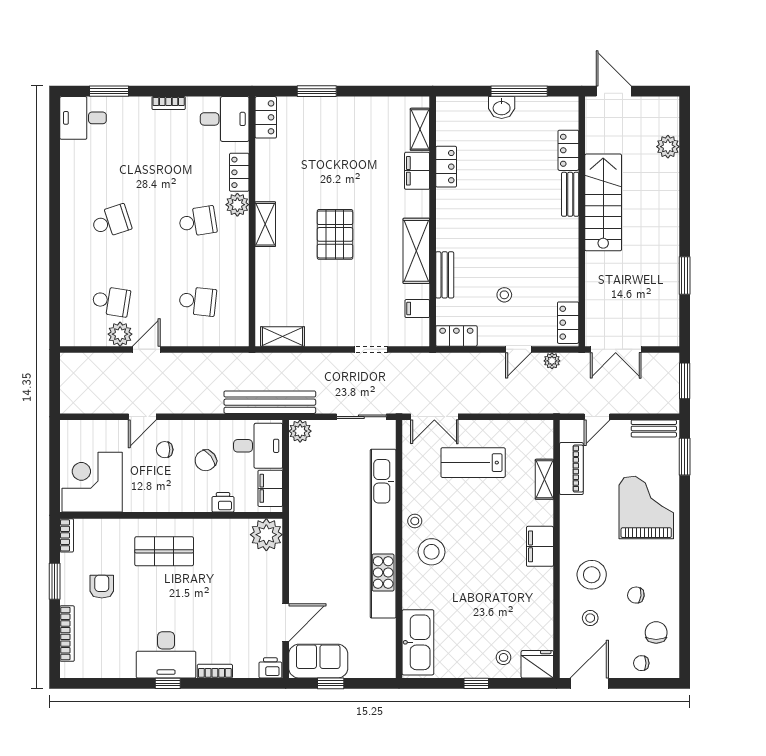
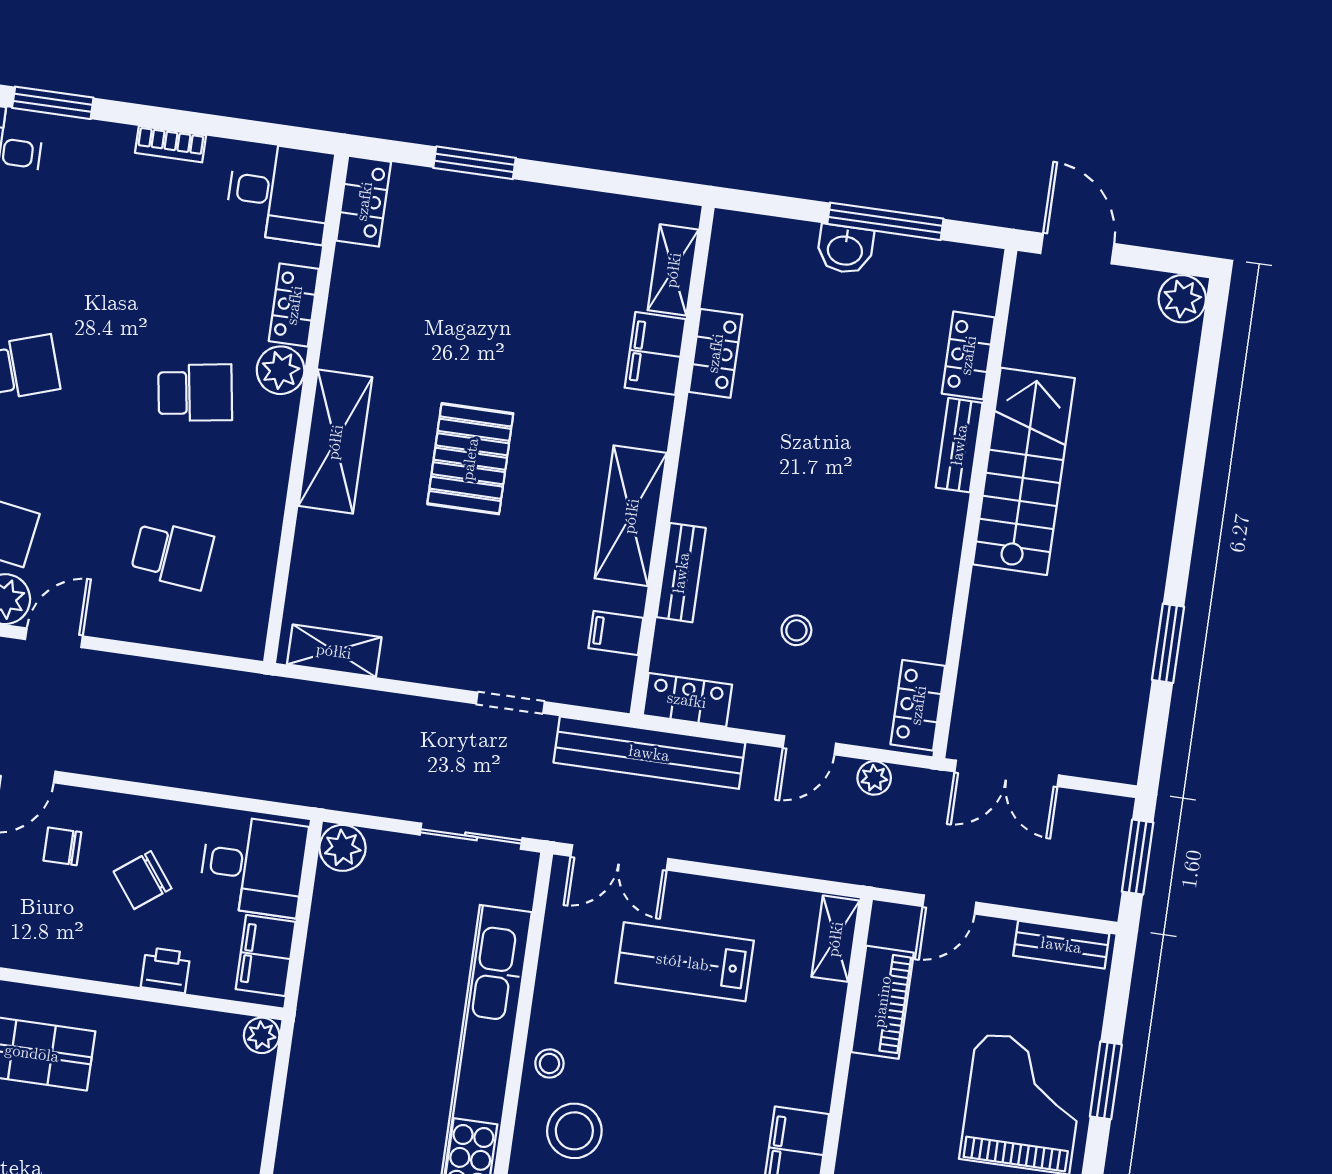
plant: (668, 147) -> (1182, 299), moved
shelving: (265, 224) -> (335, 442), width x1.50, depth x1.33
bench: (270, 402) -> (649, 753), moved
window: (685, 457) -> (1106, 1080), moved
shelving: (544, 479) -> (835, 939), moved
plant: (266, 535) -> (262, 1035), width x0.53, depth x0.53

